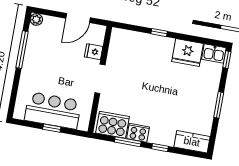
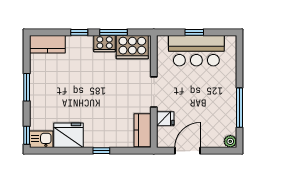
kitchen counter: (117, 45) -> (143, 130), added

